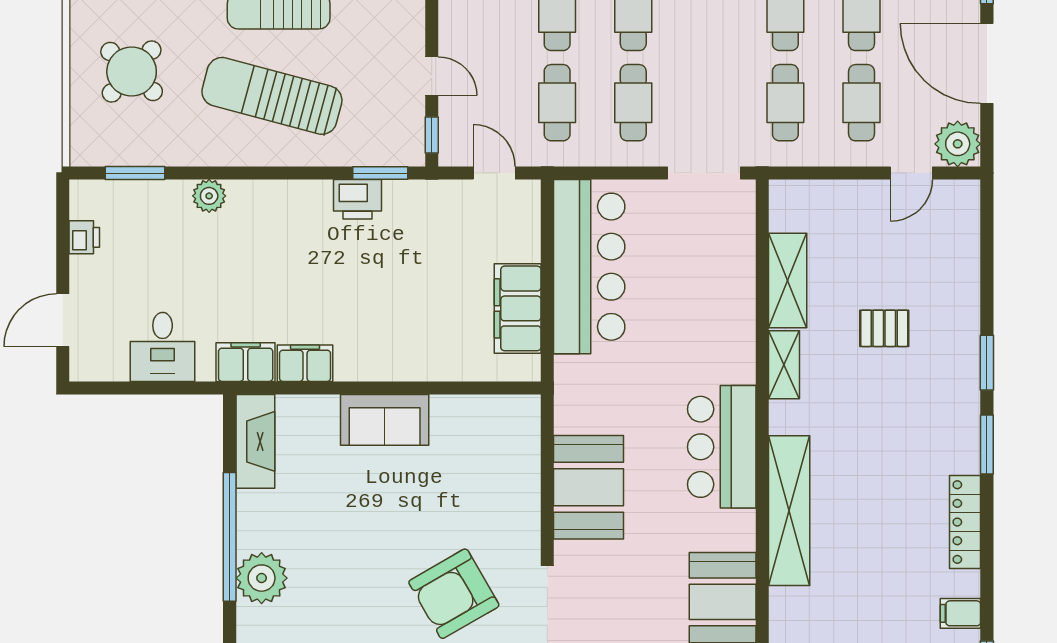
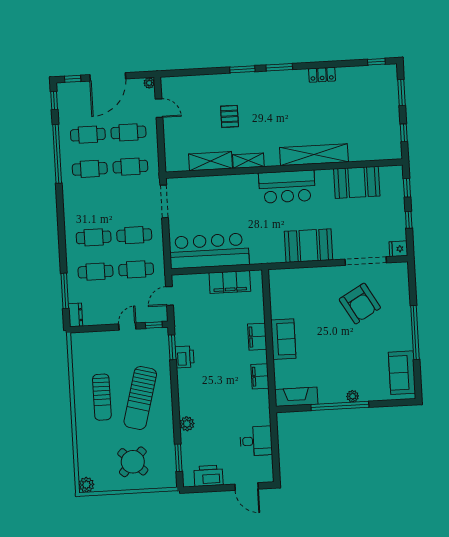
plant: (958, 144) -> (149, 83), width x0.53, depth x0.53
printer: (84, 237) -> (208, 476), width x1.87, depth x1.48
filing cabinet: (246, 362) -> (257, 337), moved
locker: (965, 522) -> (322, 75), width x0.66
plant: (262, 578) -> (353, 396), width x0.53, depth x0.53
filing cabinet: (960, 613) -> (356, 75), removed

